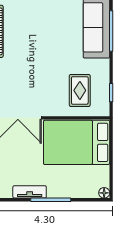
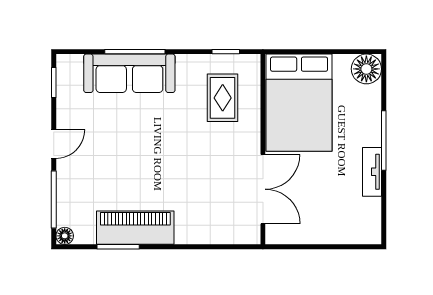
rug: (80, 90) -> (223, 98), turned 90
floor lamp: (104, 193) -> (366, 69), width x1.89, depth x1.89

